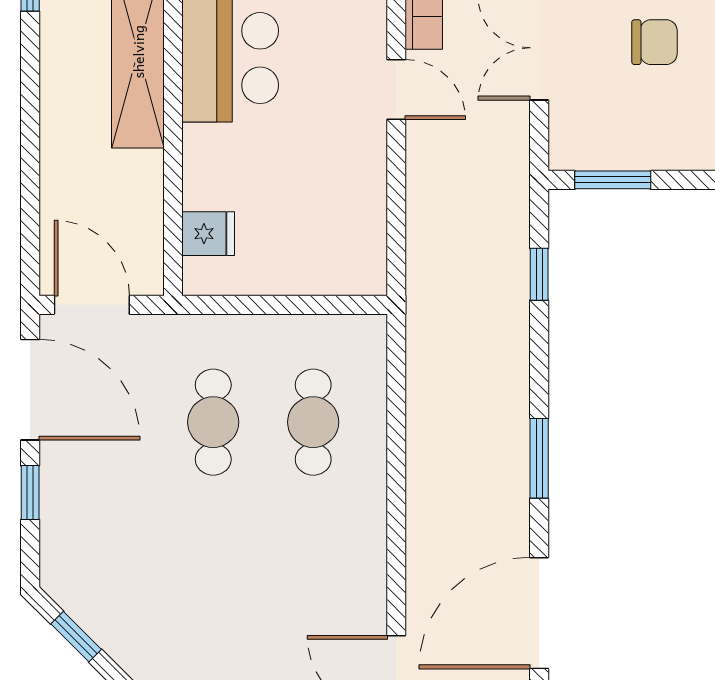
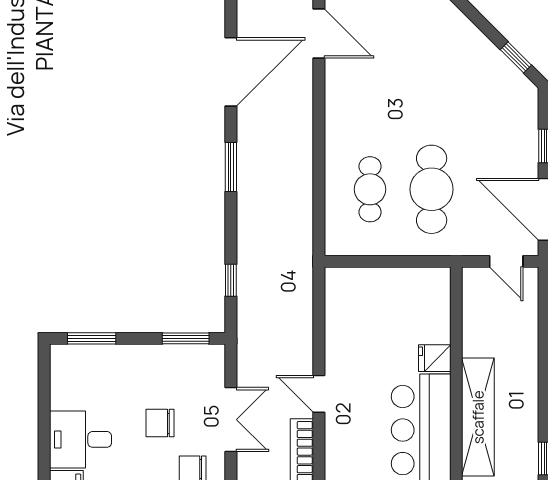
fridge: (208, 234) -> (435, 358), moved
door: (92, 305) -> (506, 261), width x0.73
cafe table: (213, 422) -> (432, 189), width x1.37, depth x1.35

